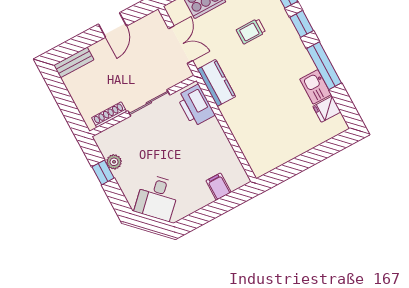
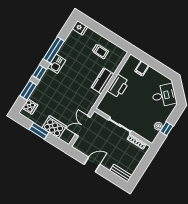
trolley: (251, 31) -> (100, 51), moved
kitchen counter: (216, 83) -> (103, 81), moved
kitchen sink: (315, 87) -> (57, 64), moved
printer: (196, 106) -> (118, 86), moved
fridge: (327, 109) -> (80, 28), moved

